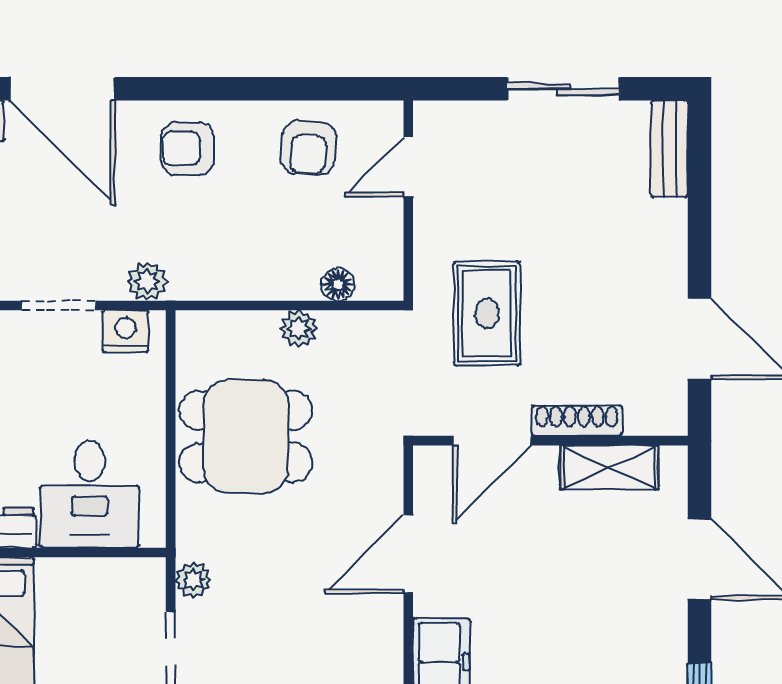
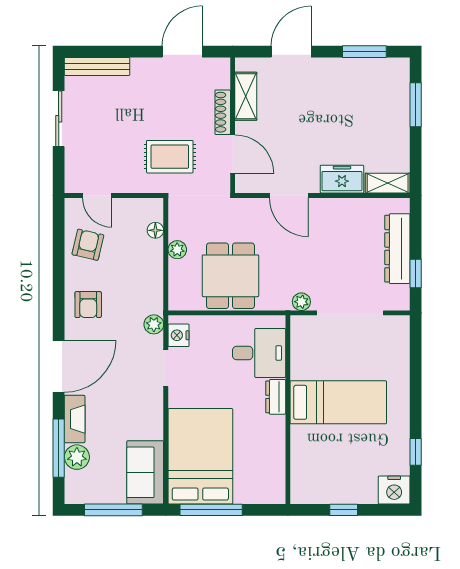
armchair: (309, 148) -> (88, 245), turned -81
bench: (669, 149) -> (97, 66), width x1.36

